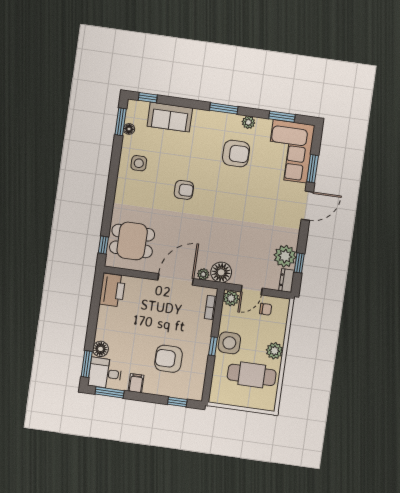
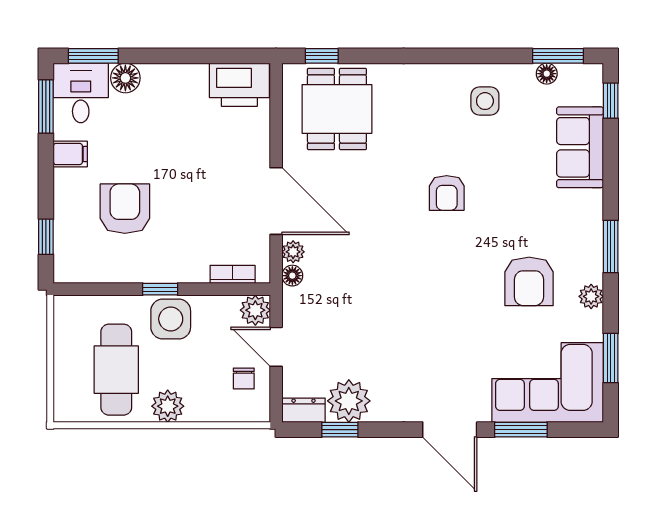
floor lamp: (221, 272) -> (292, 276), width x0.53, depth x0.53

